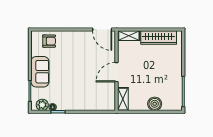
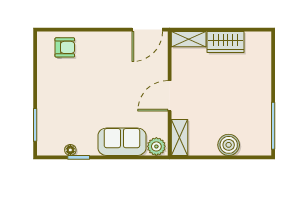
door: (102, 30) -> (147, 30), hinge flipped
wardrobe: (159, 38) -> (226, 42), width x0.67
sofa: (40, 72) -> (122, 142), moved, turned -90
plant: (42, 105) -> (156, 146), moved

